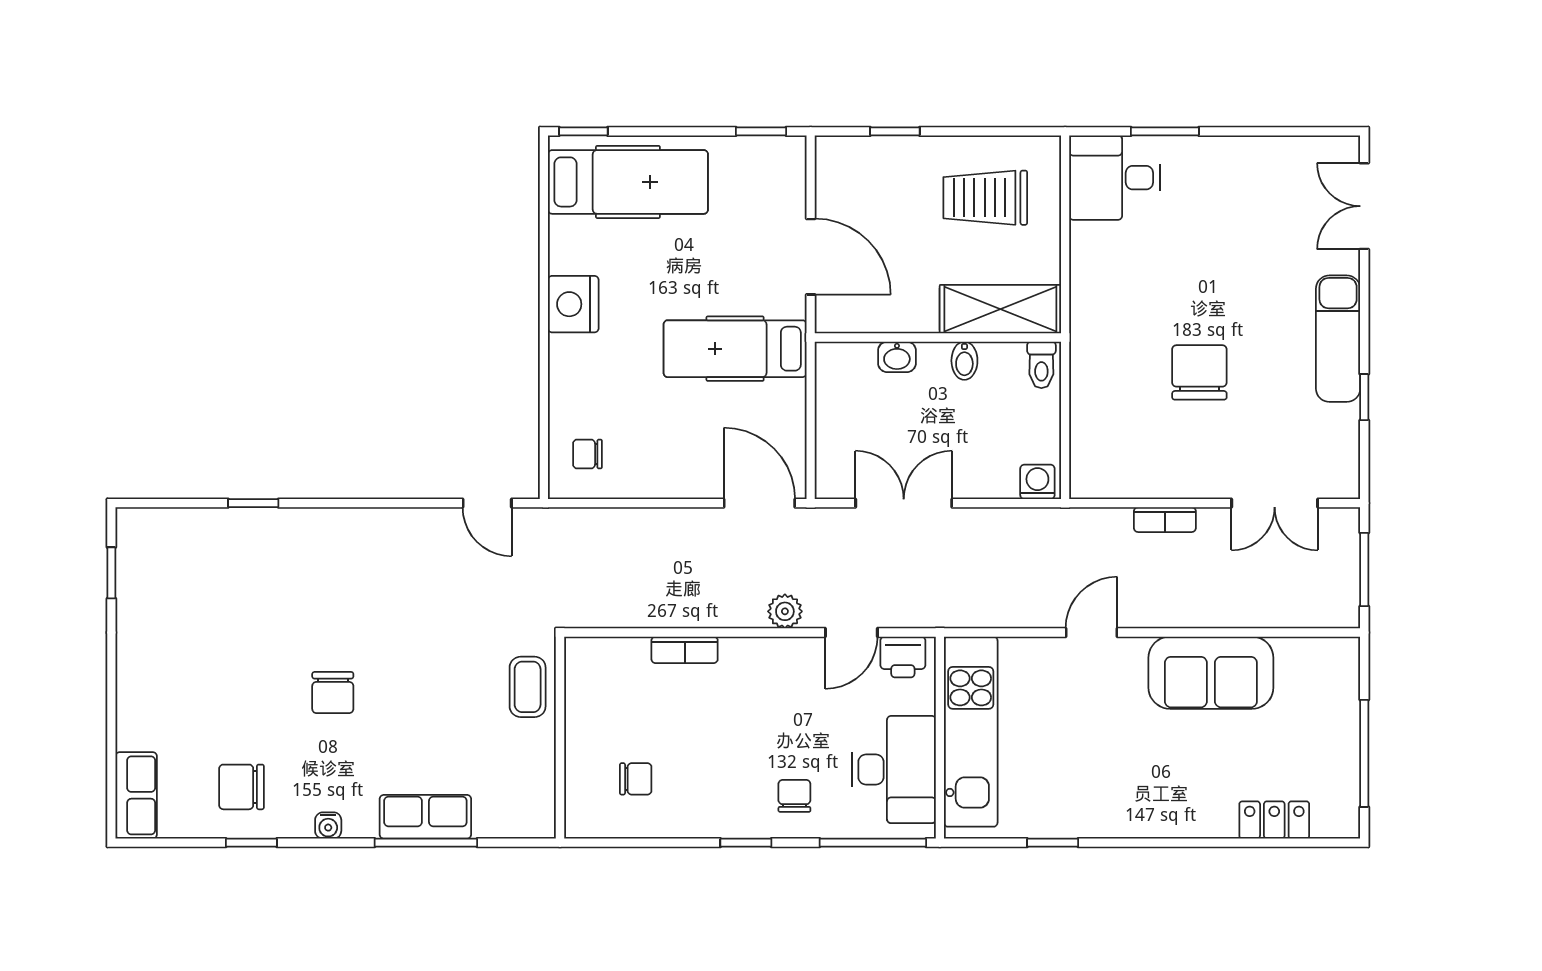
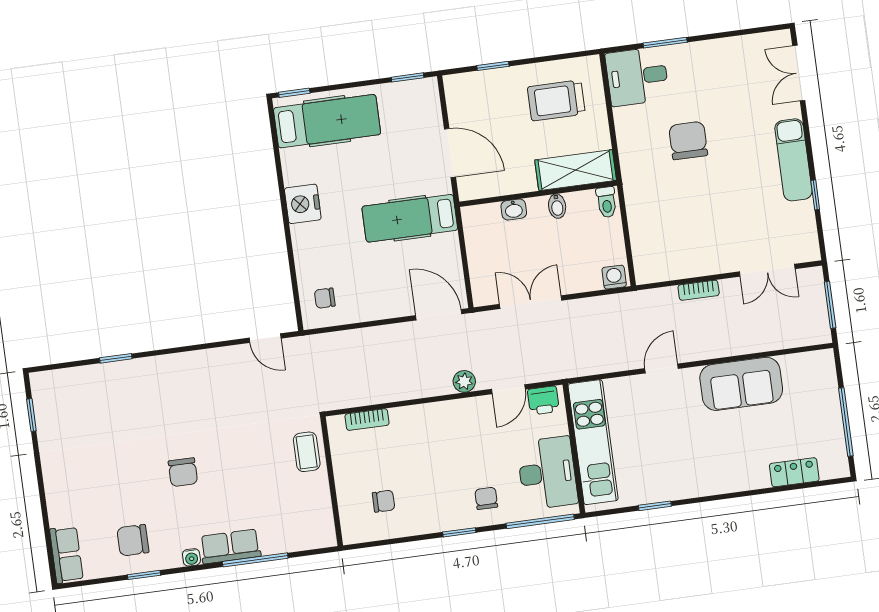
chair: (1199, 372) -> (688, 140), moved
bookcase: (685, 650) -> (367, 420), moved
row of seats: (425, 817) -> (230, 546), moved

